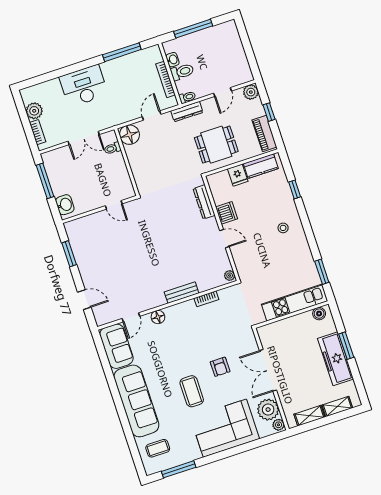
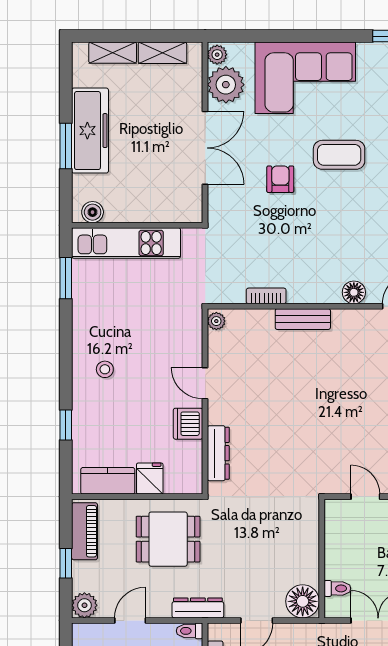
coffee table: (192, 391) -> (339, 155), turned 90

